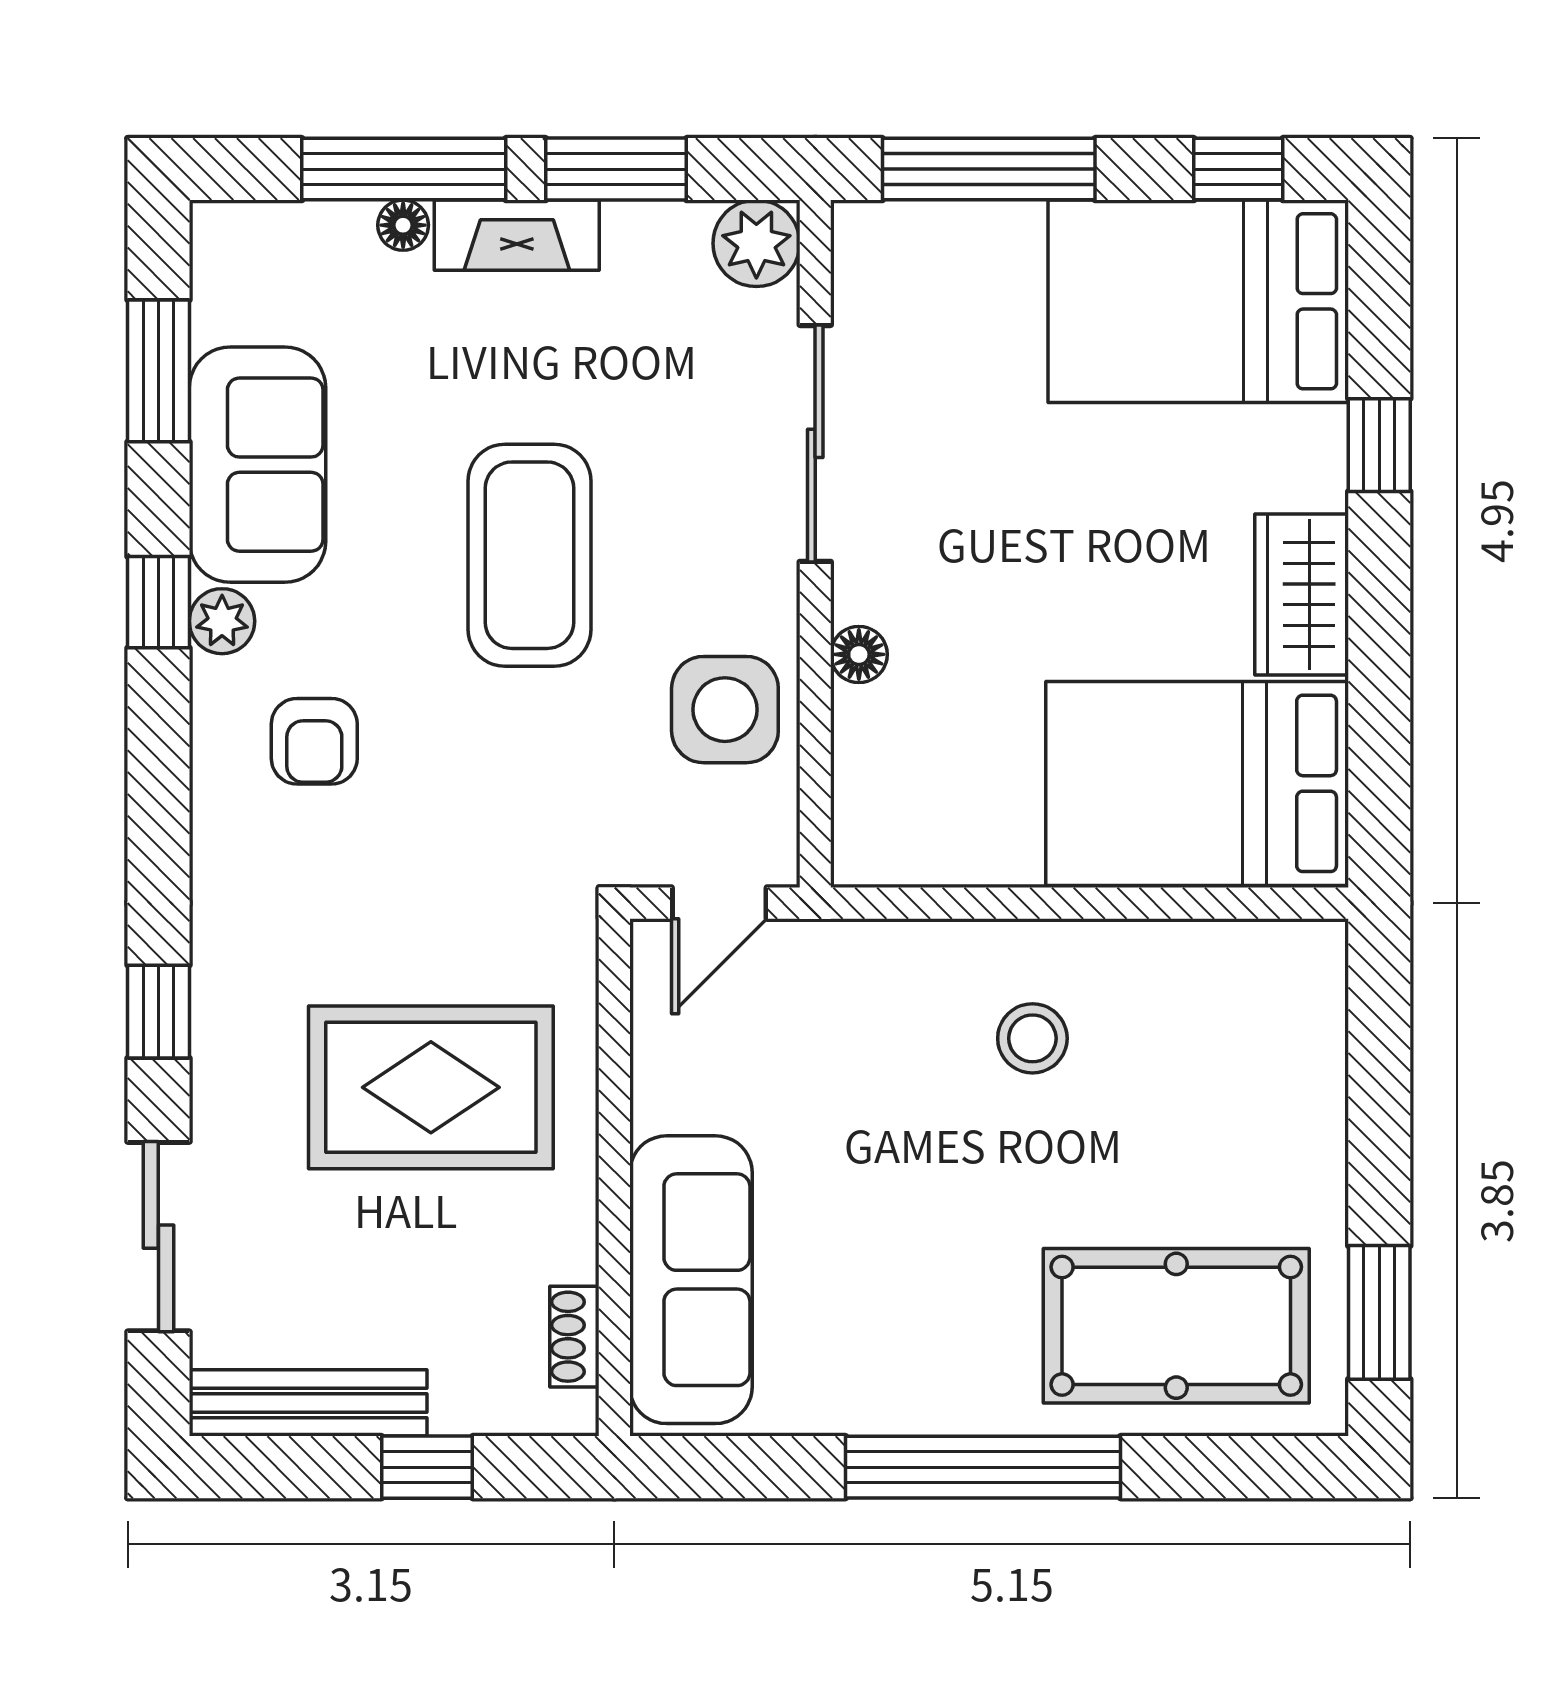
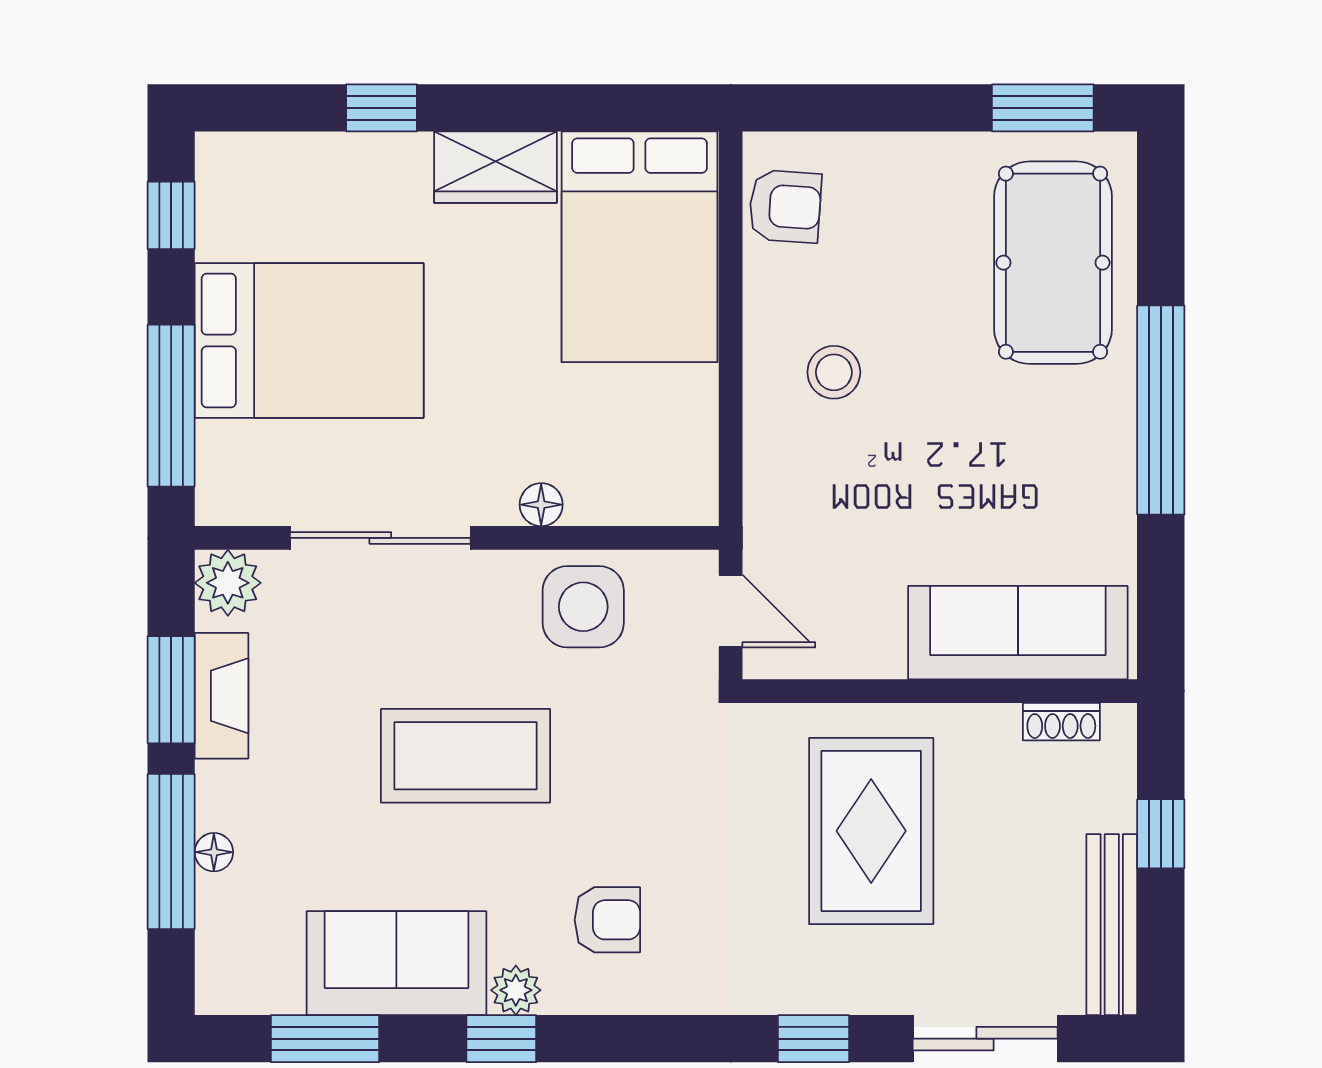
fireplace: (517, 235) -> (222, 696), moved
bed: (1198, 301) -> (309, 340), moved, turned -90
armchair: (1250, 974) -> (785, 206), added

